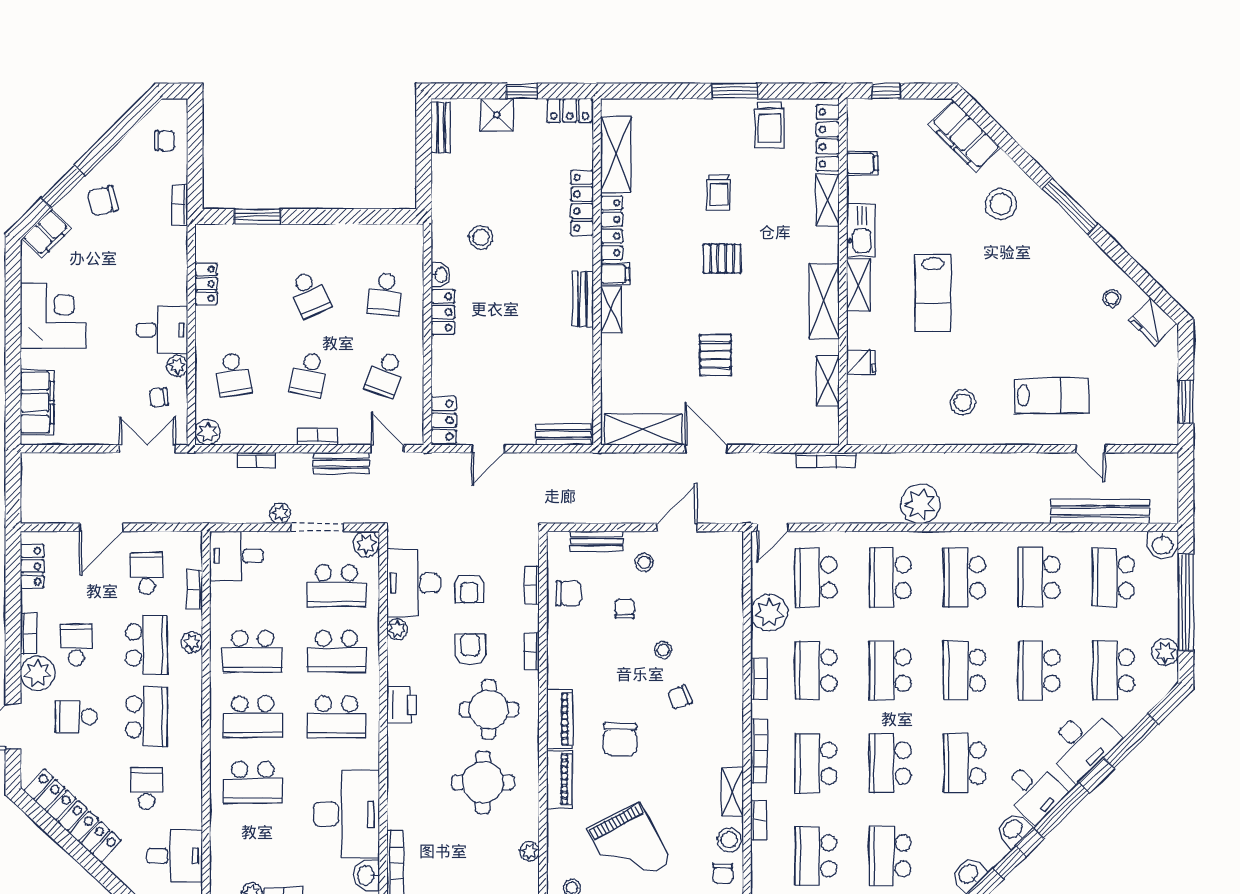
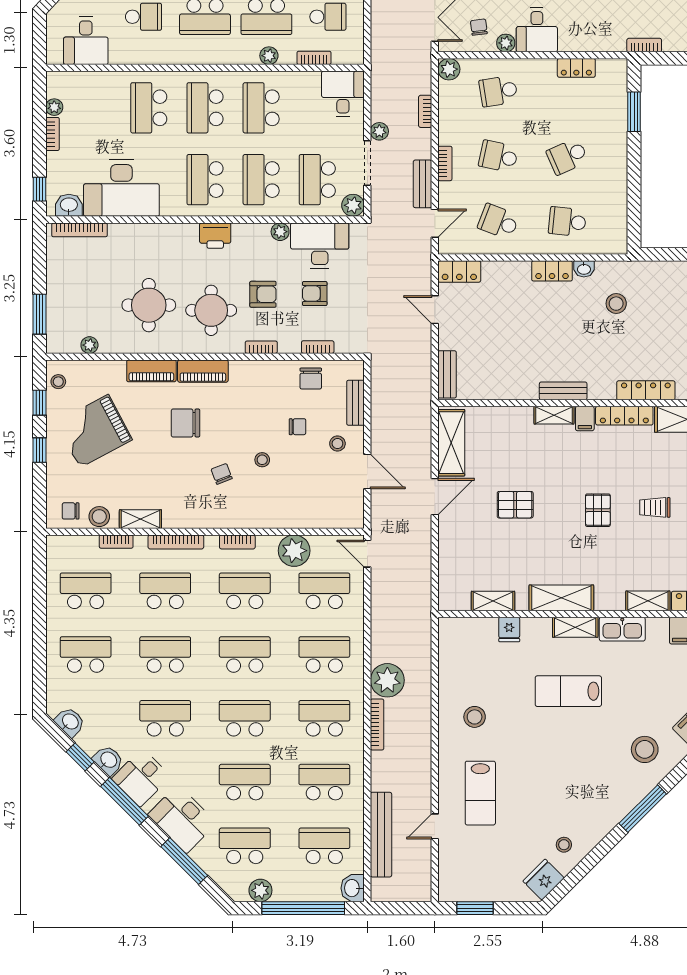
bookcase: (826, 460) -> (377, 725), moved, turned 180

